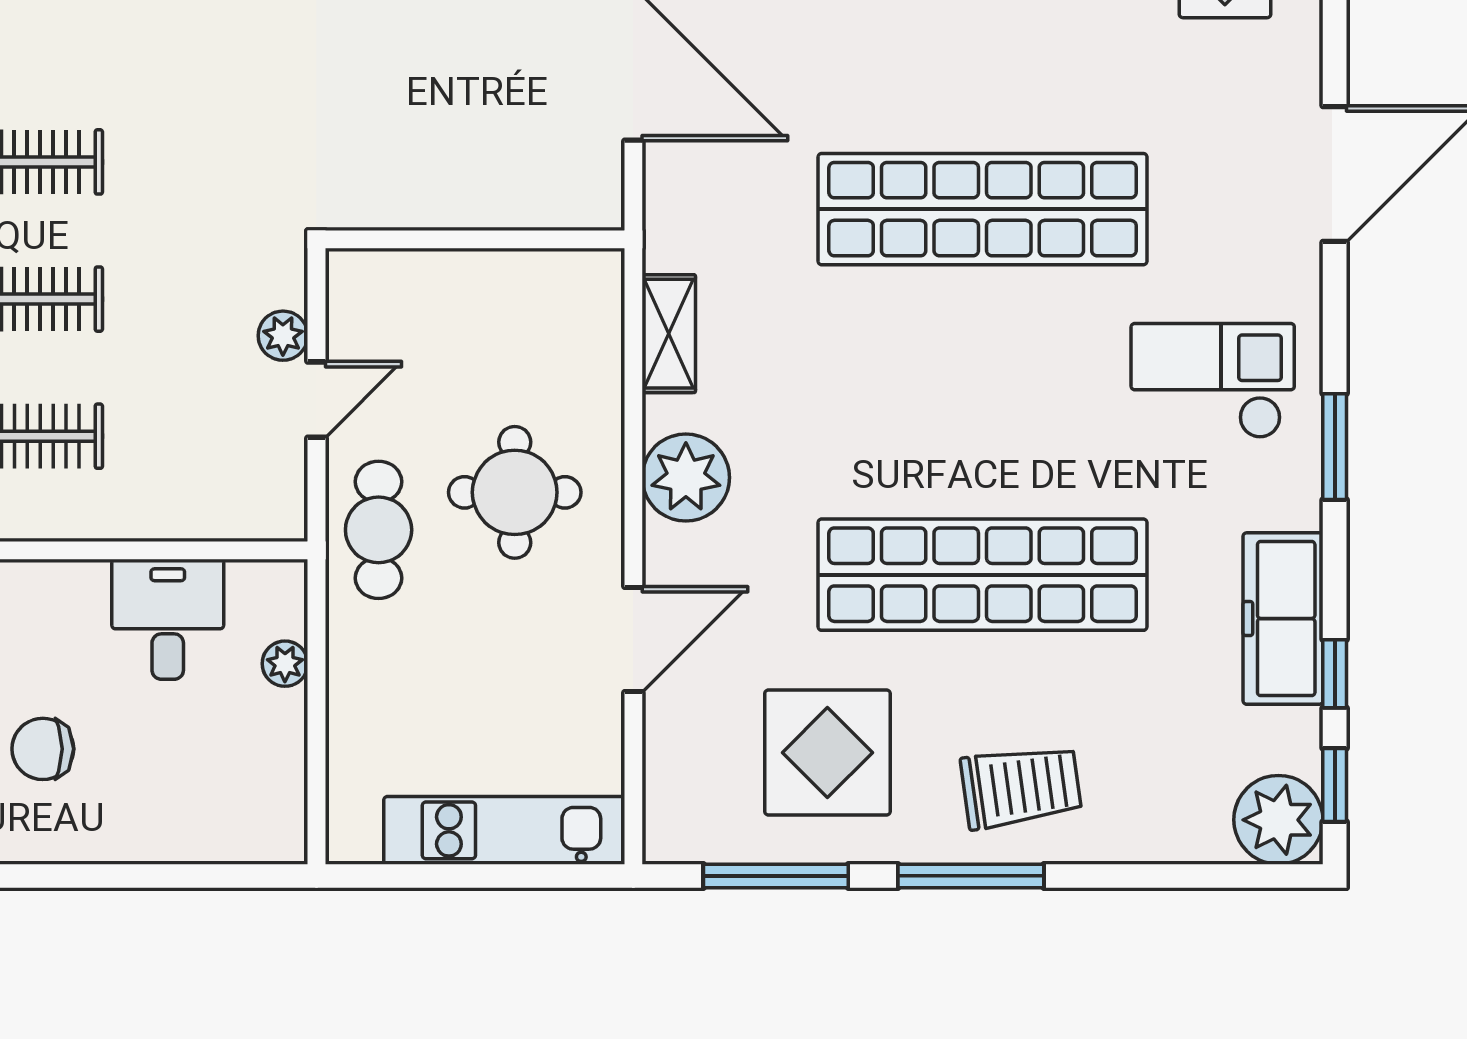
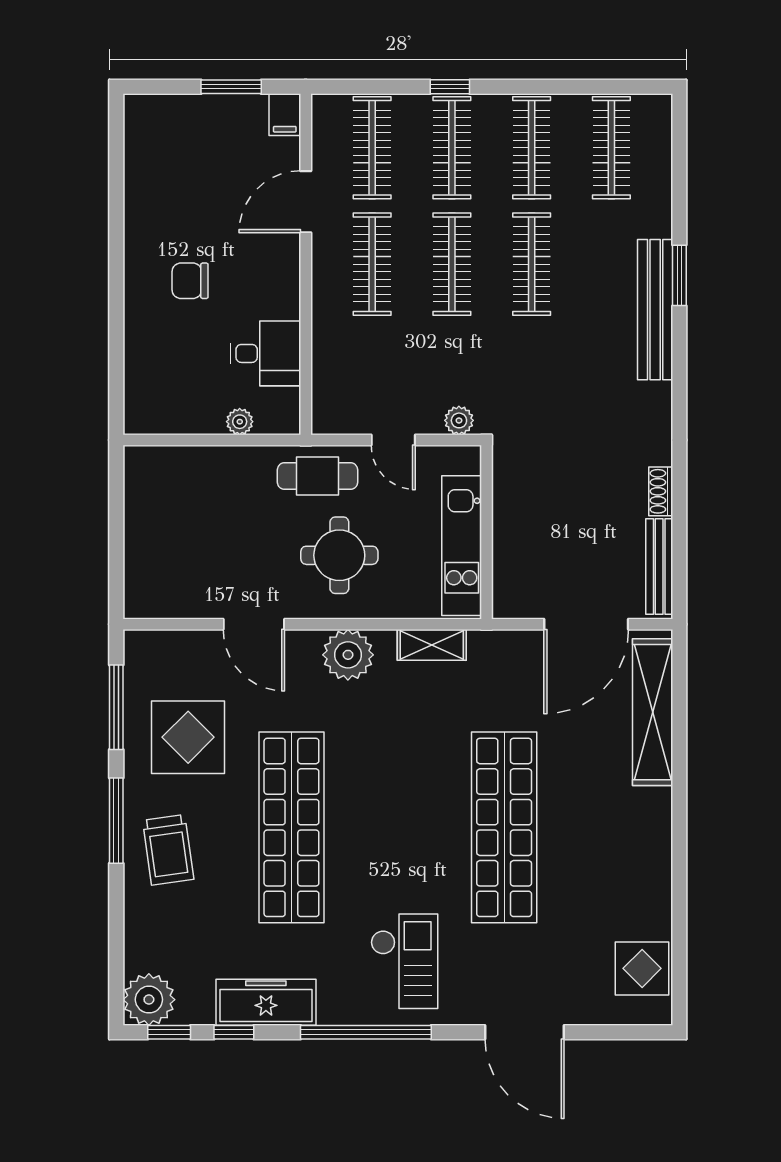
plant: (283, 336) -> (459, 420), moved
window: (1335, 447) -> (366, 1032), width x2.11
chair: (43, 749) -> (190, 281), turned -90
kitchen unit: (504, 830) -> (462, 546), moved, turned 180

